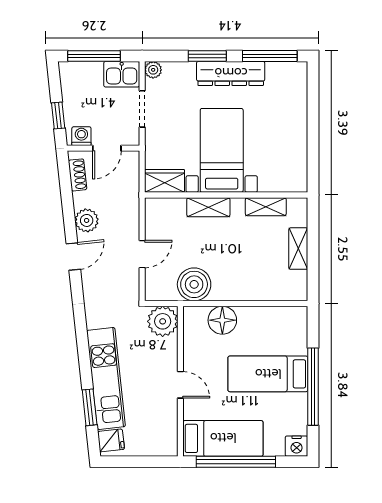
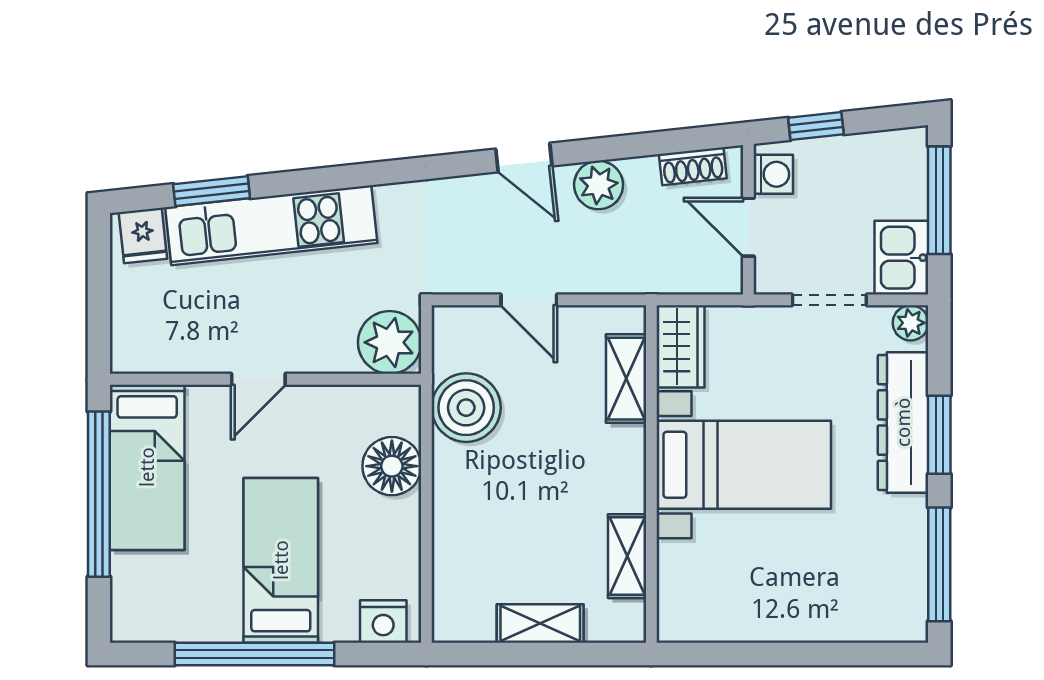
dresser: (231, 73) -> (903, 422), moved
shelving: (208, 207) -> (626, 379), moved
nightstand: (297, 446) -> (383, 622), moved, turned -90

